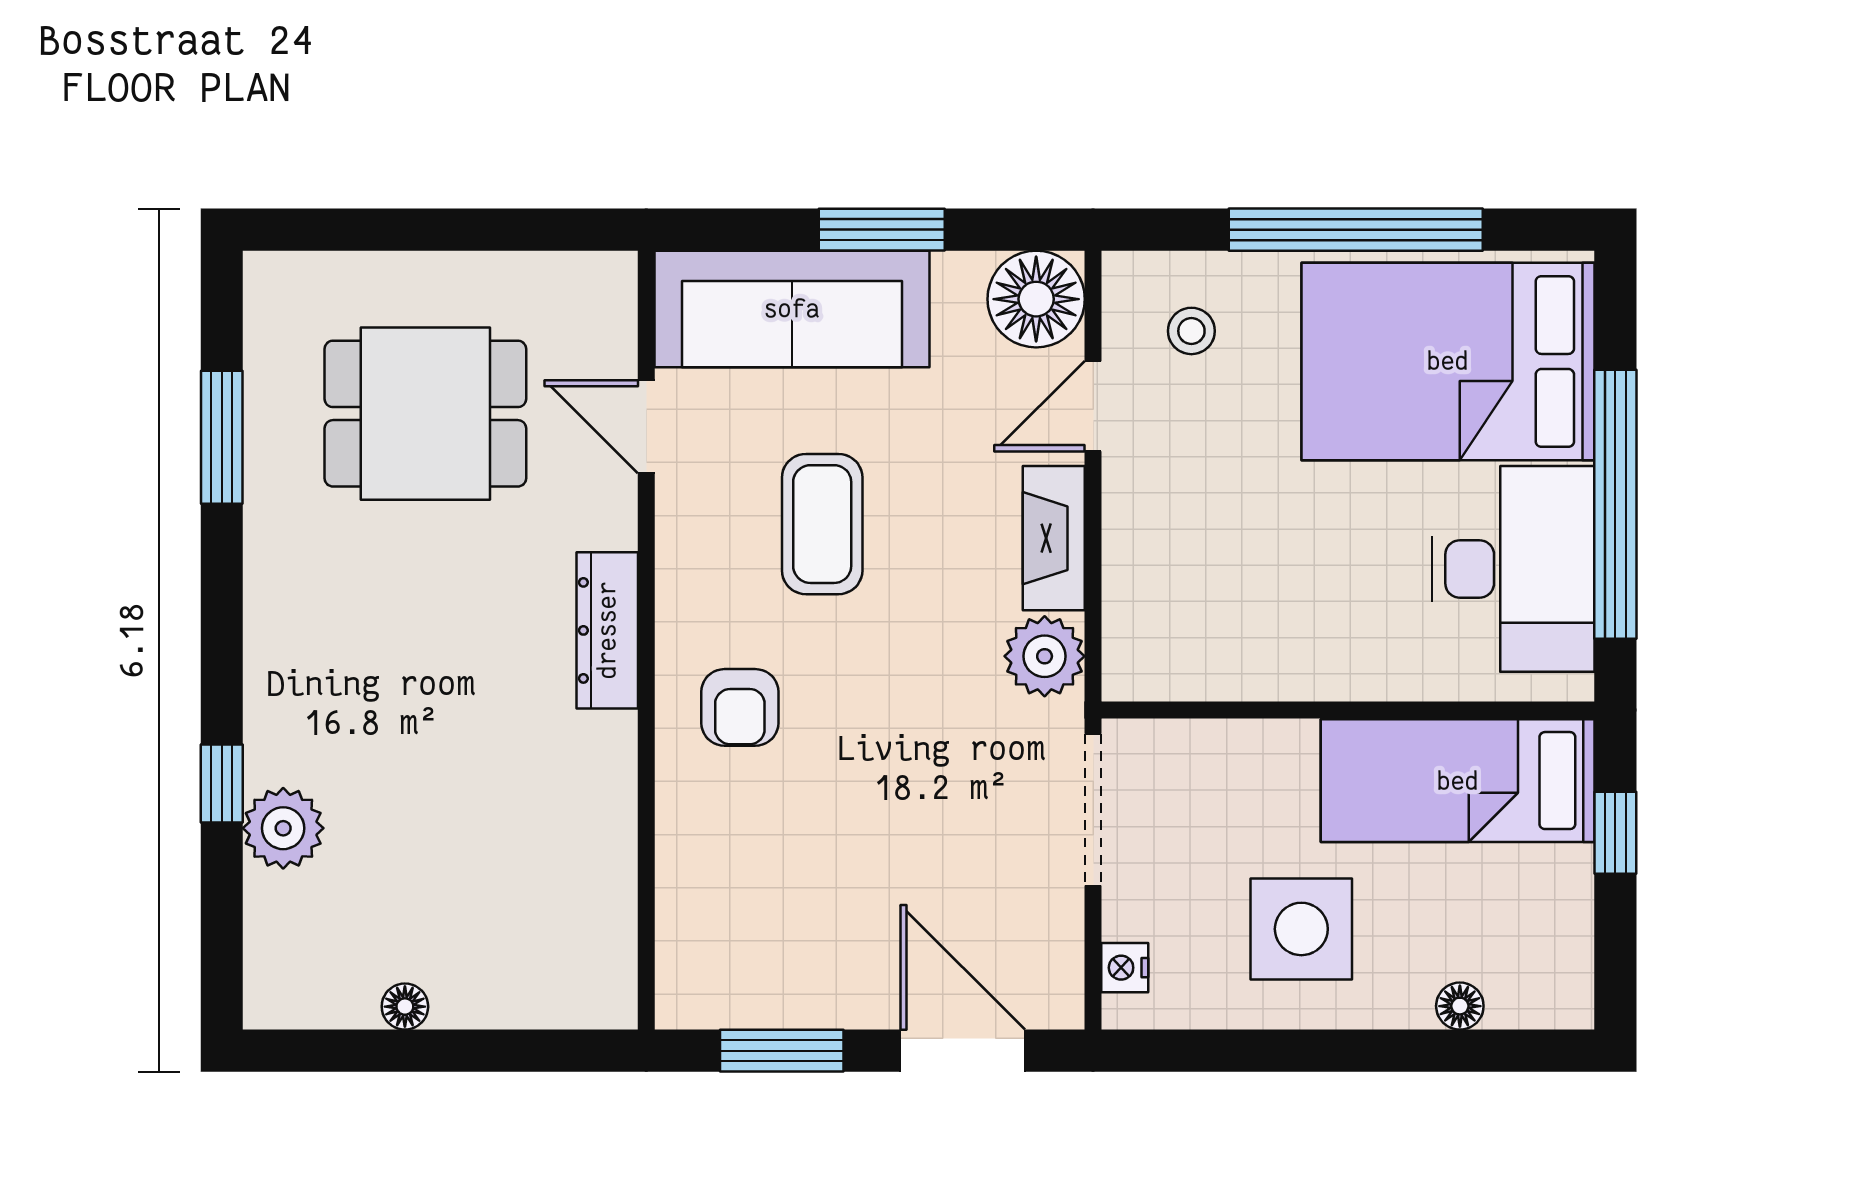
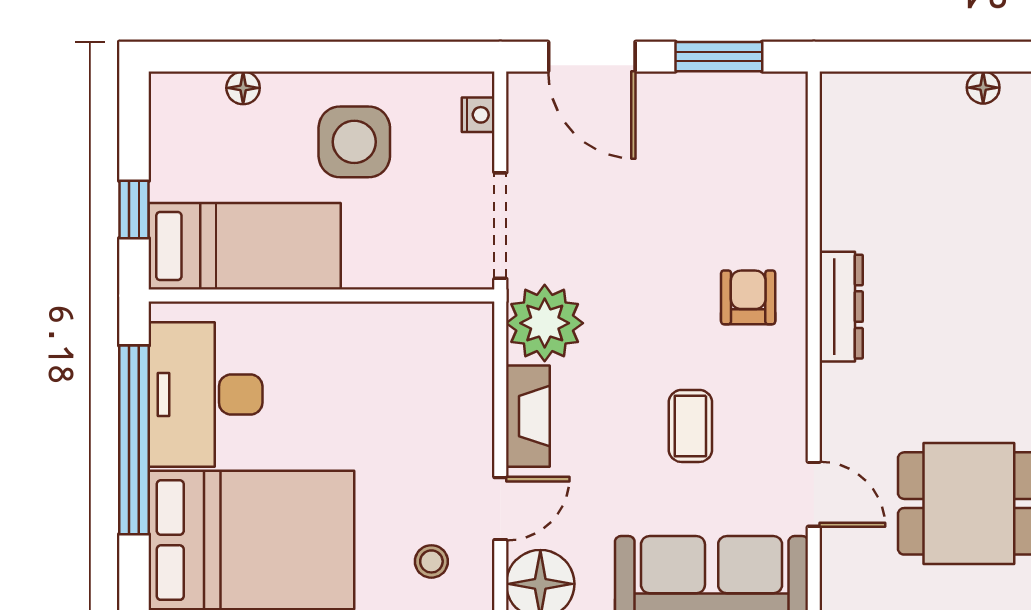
coffee table: (822, 524) -> (690, 426), width x0.73, depth x0.77
dresser: (607, 630) -> (841, 307), moved
plant: (1045, 656) -> (545, 323), width x1.36, depth x1.36

